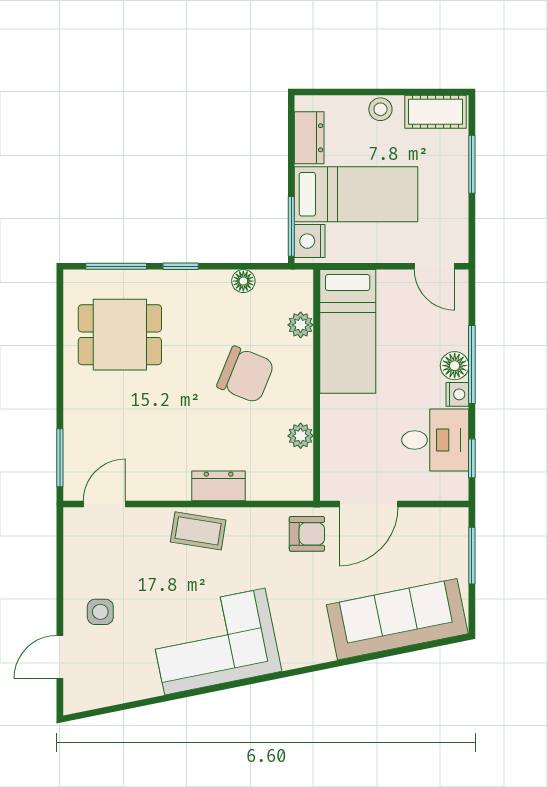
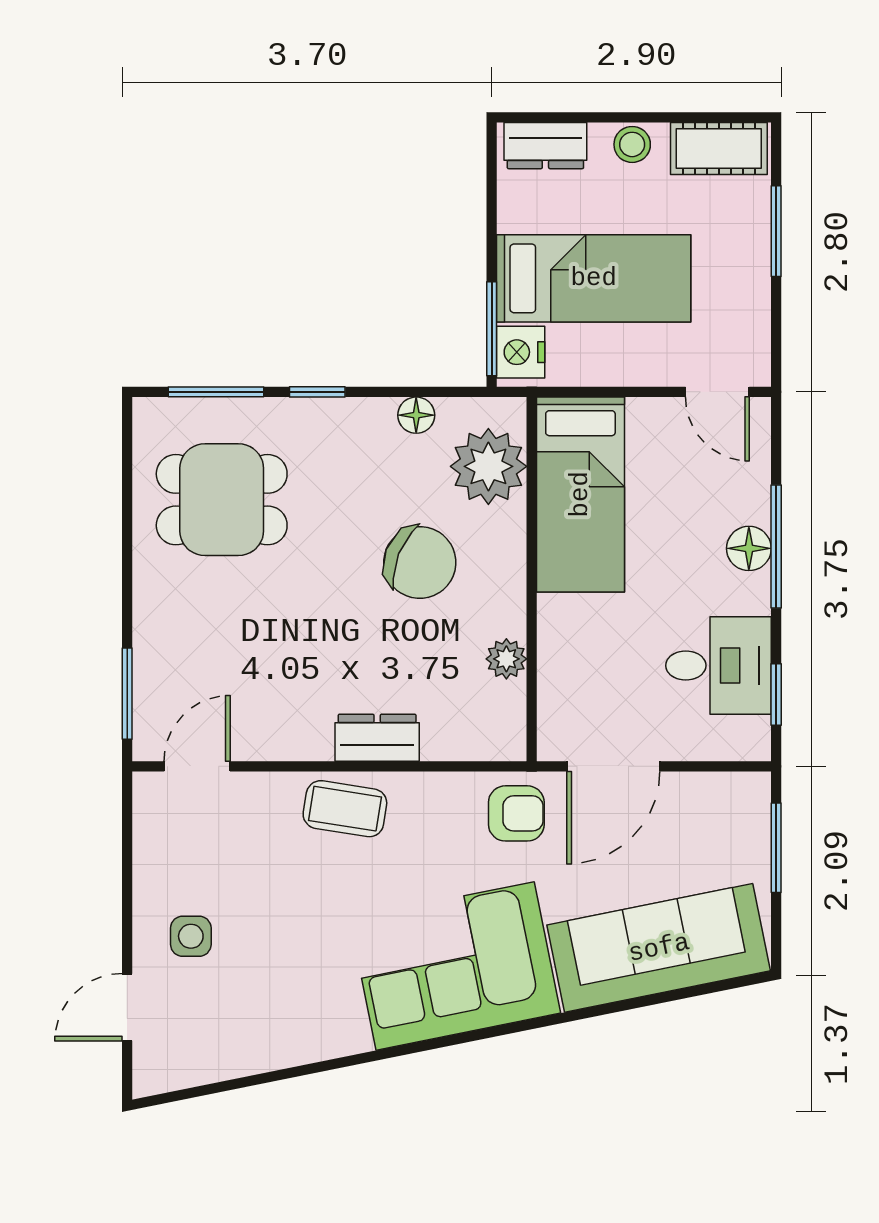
dresser: (309, 138) -> (545, 146), moved, turned 90
plant: (301, 325) -> (488, 466), width x1.88, depth x1.88
nightstand: (457, 394) -> (753, 594), removed
corner sofa: (215, 642) -> (455, 966), moved

